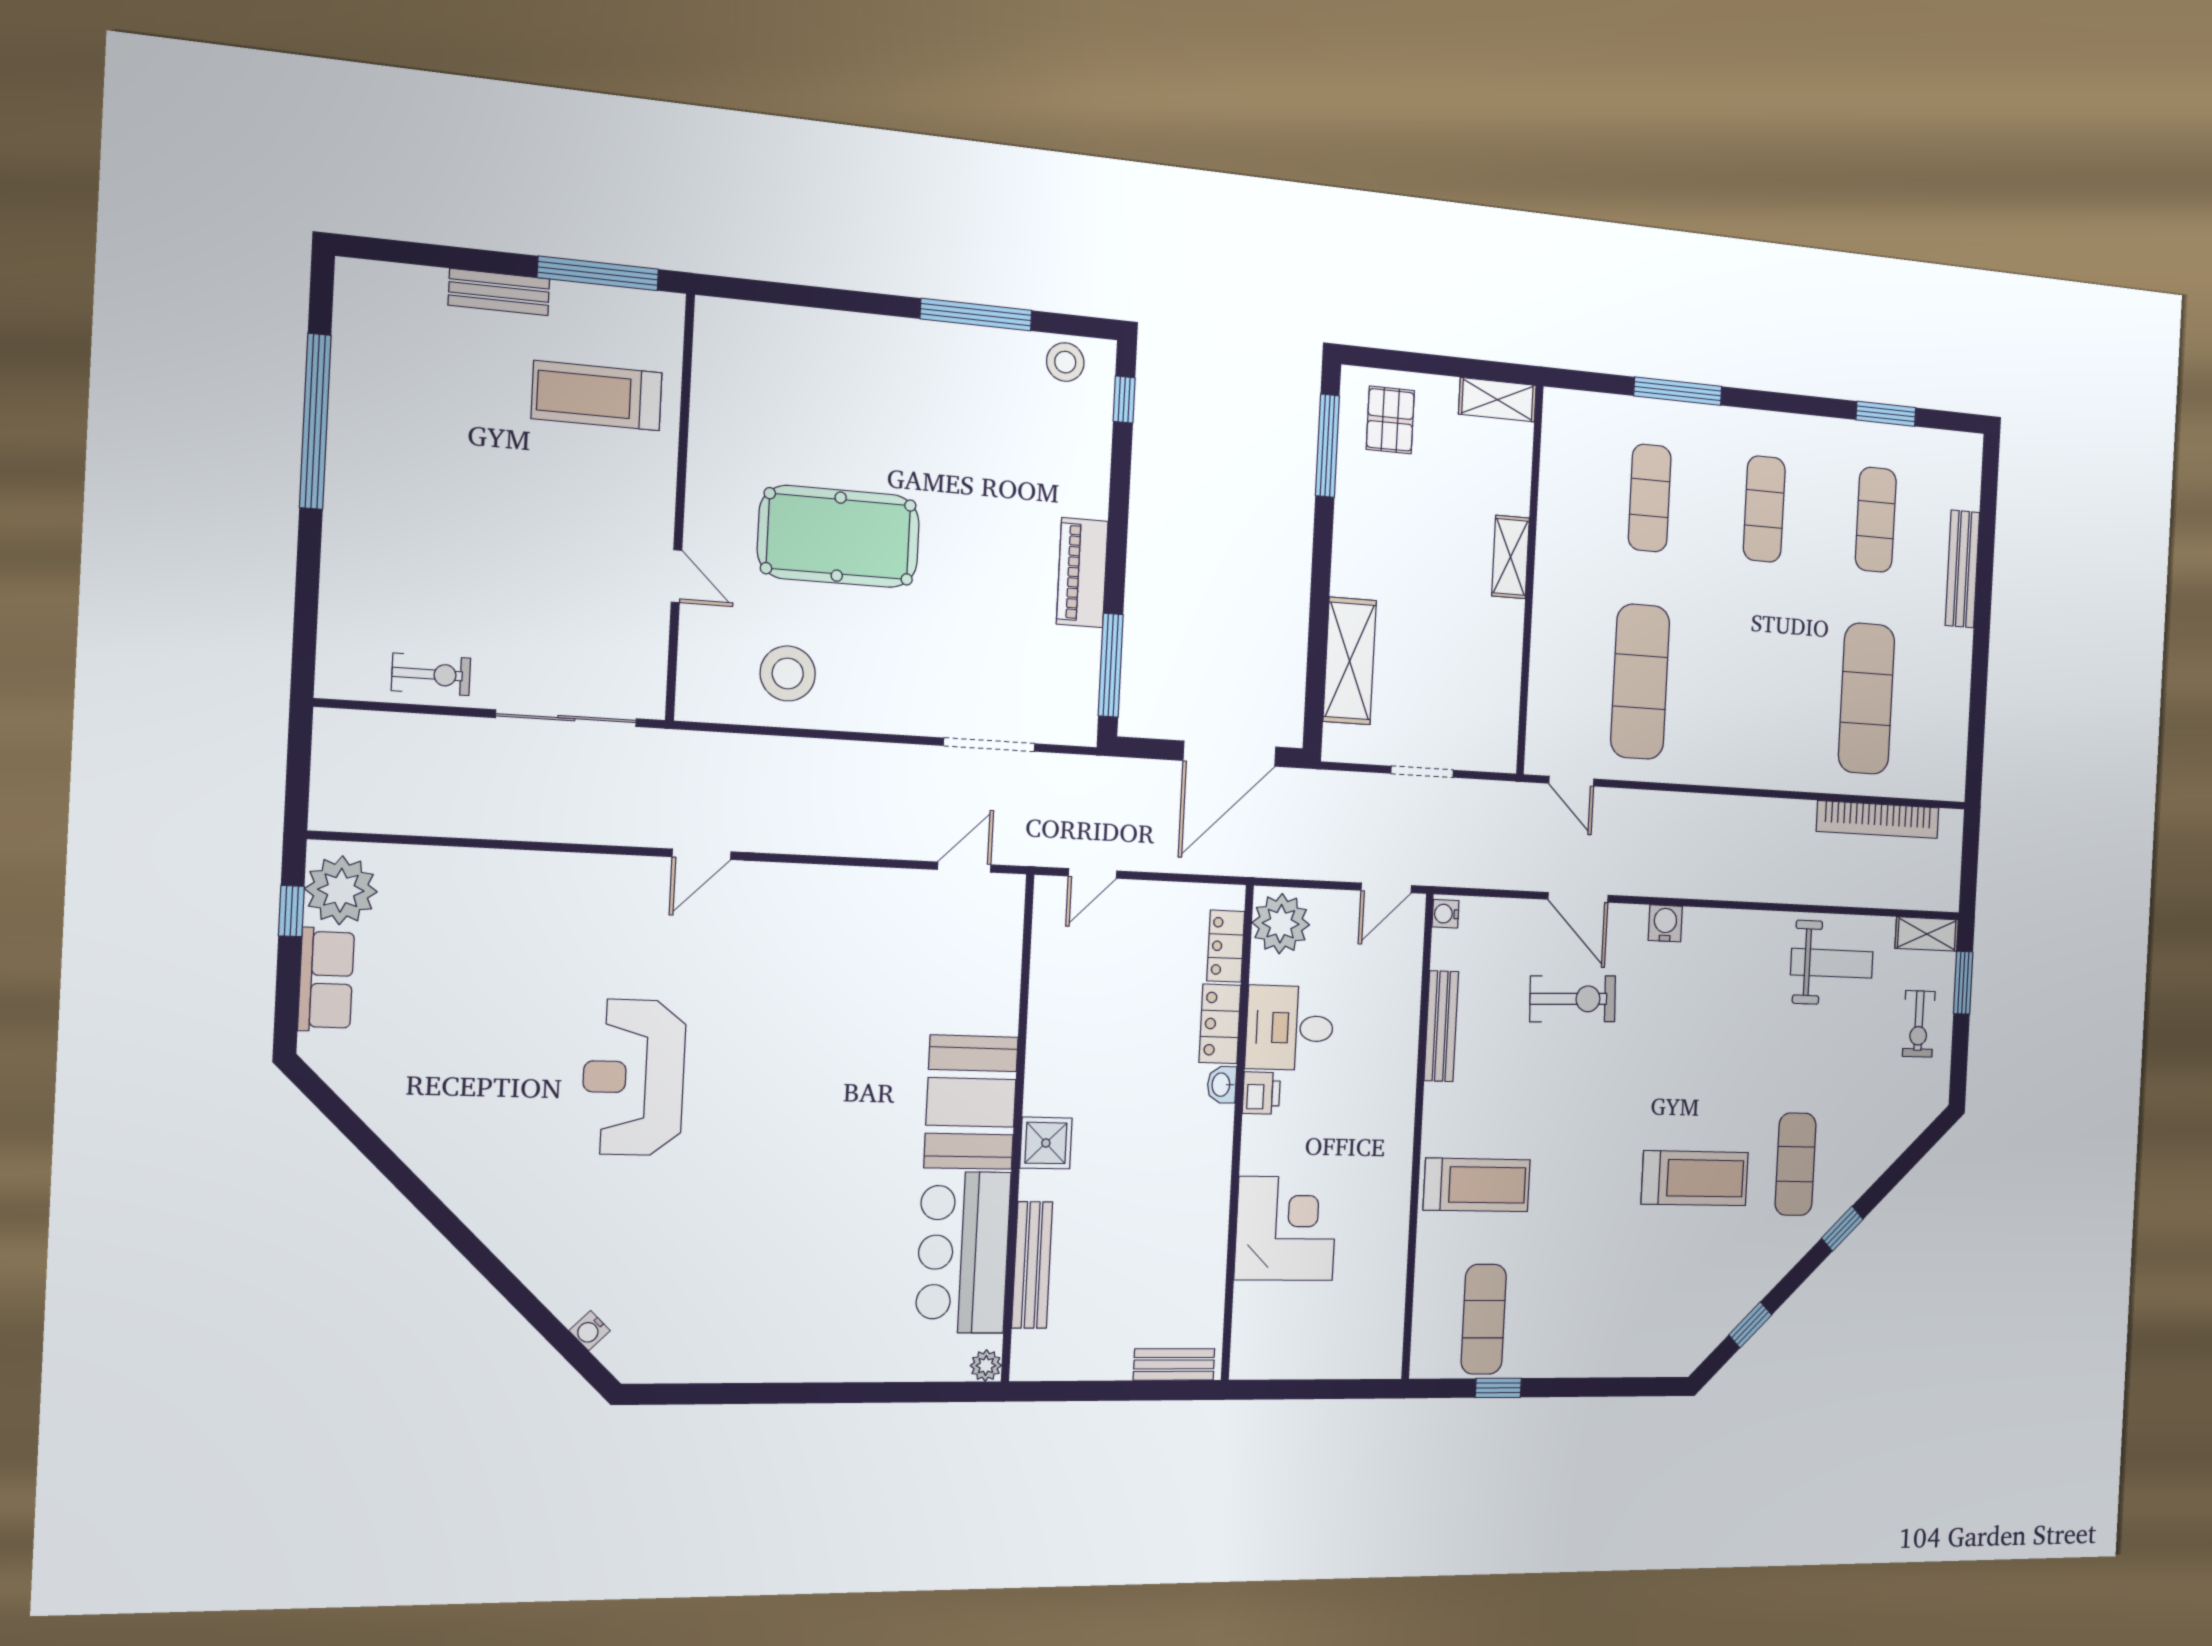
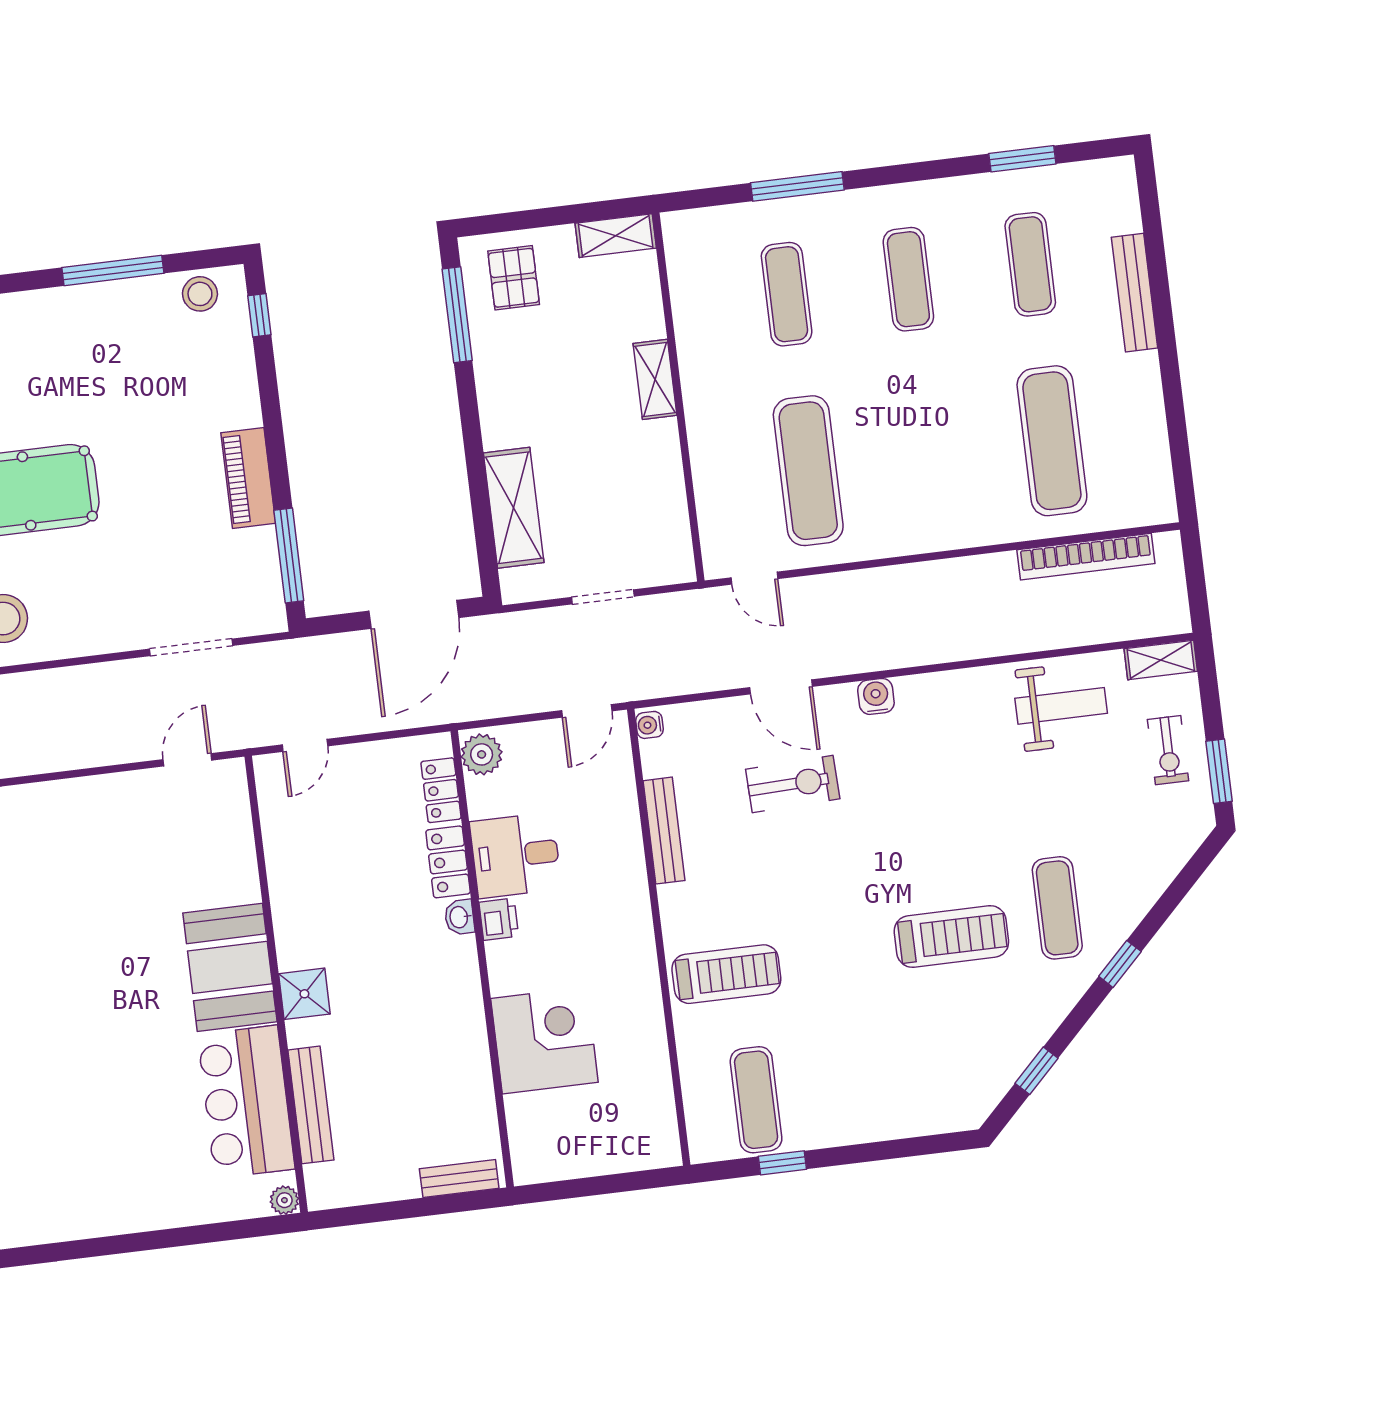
plant: (1281, 924) -> (482, 754), width x0.73, depth x0.73
window: (1963, 983) -> (1219, 771), moved

